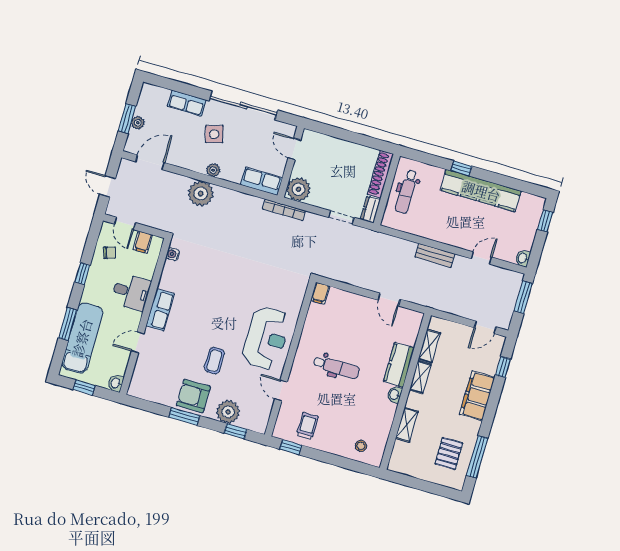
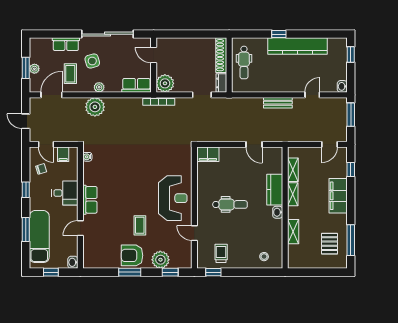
coffee table: (182, 142) -> (70, 74), added
filing cabinet: (320, 293) -> (208, 154), width x2.00

